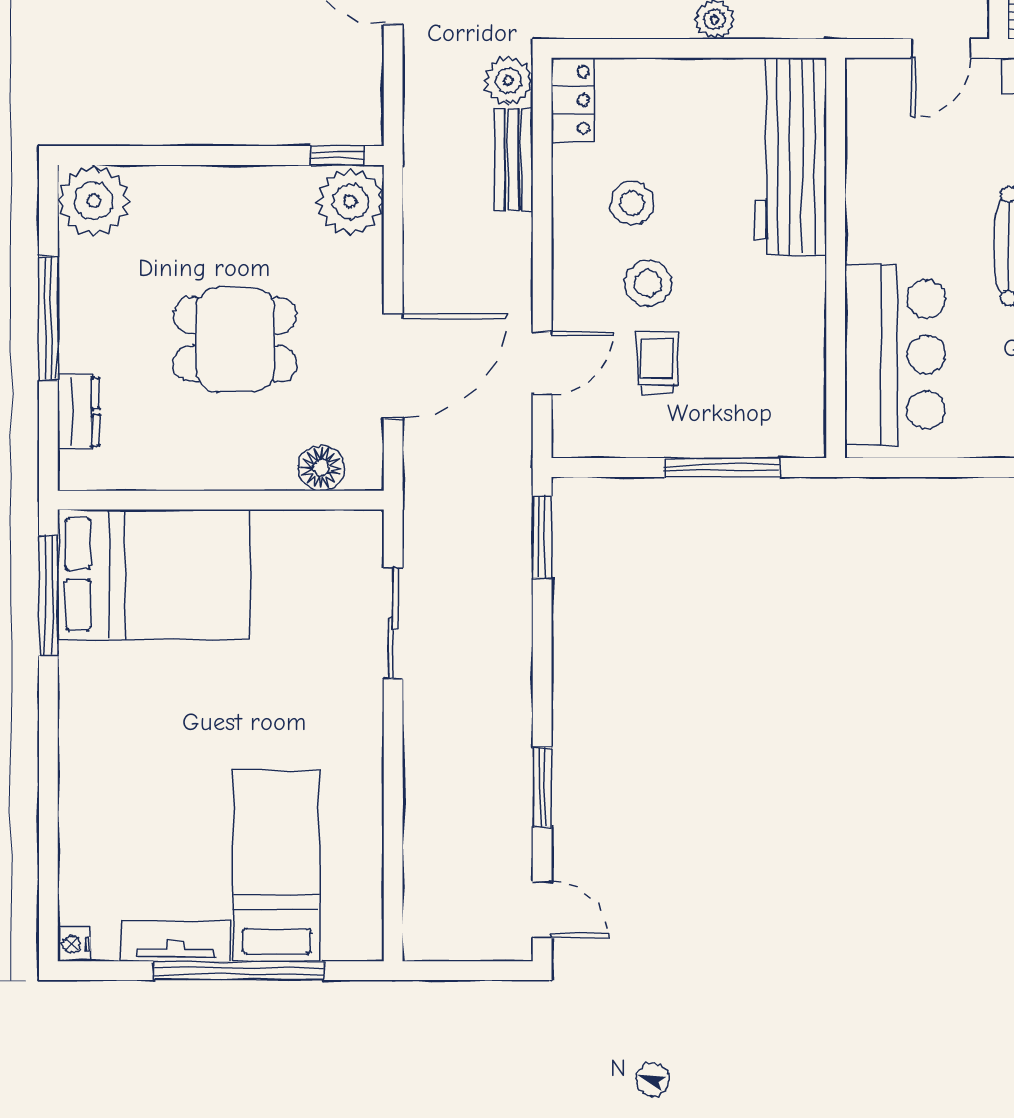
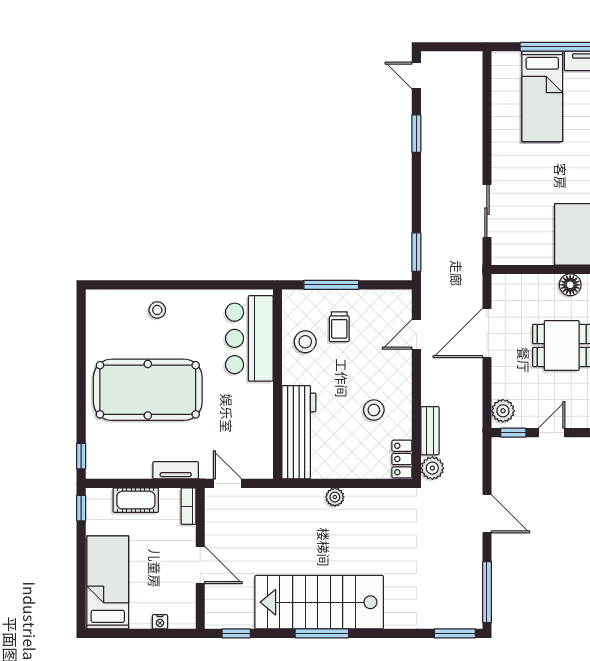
door: (941, 48) -> (227, 483), hinge flipped
door: (257, 155) -> (552, 433), added
plant: (350, 202) -> (503, 411), width x0.73, depth x0.73
stool: (648, 283) -> (305, 342), moved
trolley: (657, 363) -> (339, 327), moved
floor lamp: (321, 468) -> (570, 285), moved

